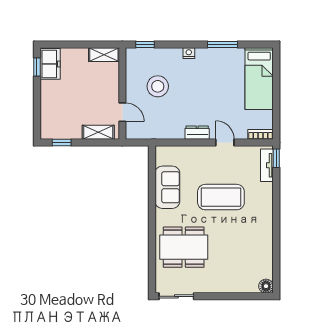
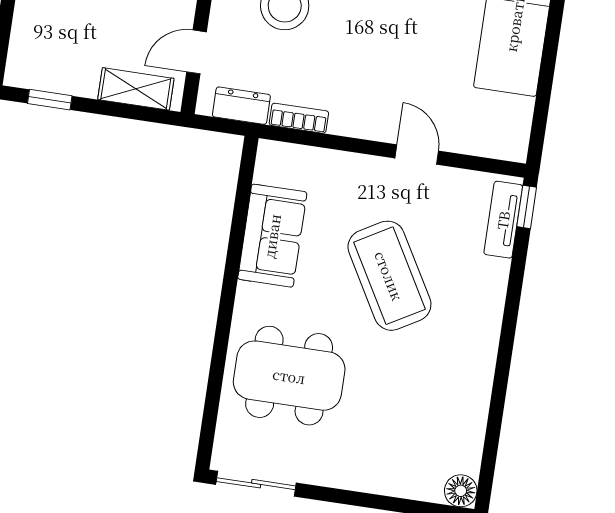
door: (122, 112) -> (197, 52), swing flipped
dresser: (197, 133) -> (241, 106), moved
bookcase: (261, 134) -> (299, 118), moved
coffee table: (221, 197) -> (389, 276), turned 60

